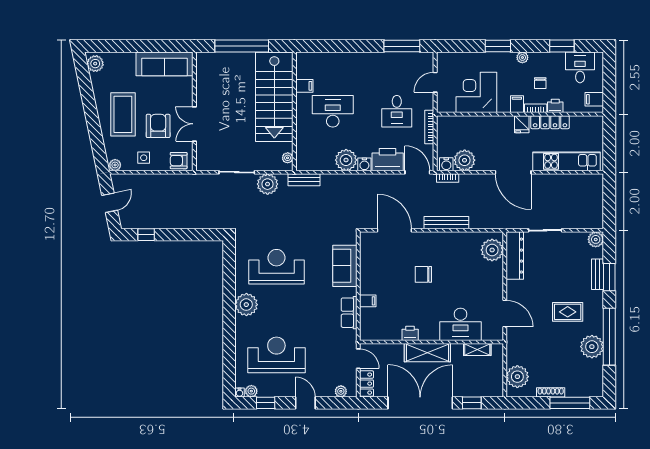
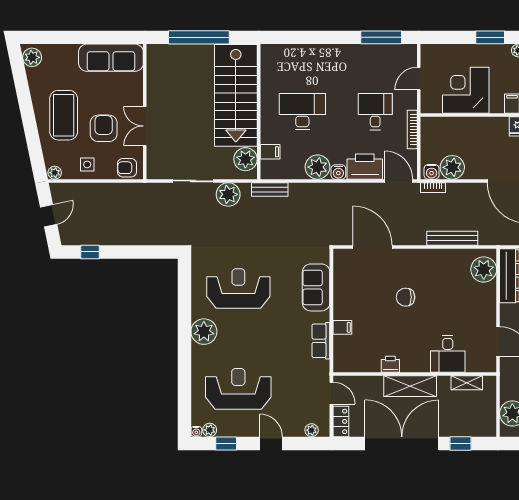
filing cabinet: (304, 86) -> (270, 152), moved
desk: (397, 111) -> (375, 112), turned 180
plant: (288, 158) -> (245, 159), width x1.87, depth x1.87
bench: (446, 223) -> (452, 238), moved
desk: (461, 324) -> (448, 354), width x0.73

